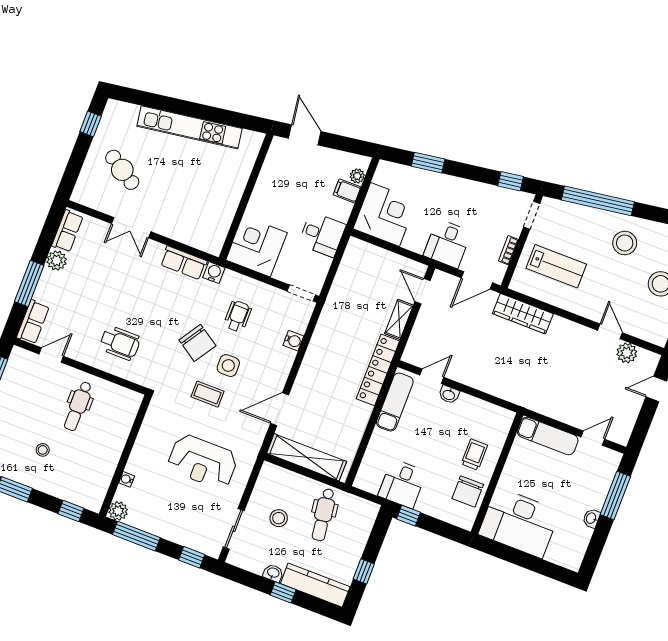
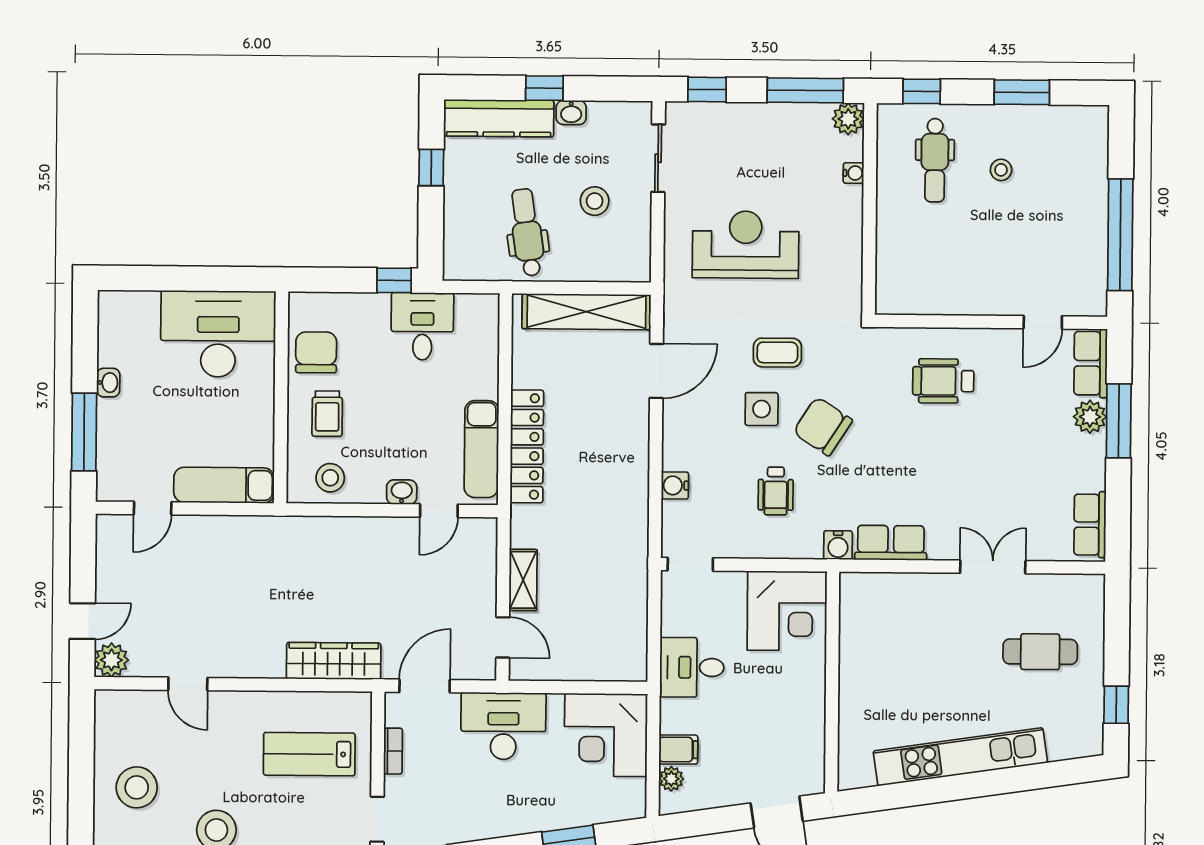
cafe table: (122, 170) -> (1040, 652), turned -33
desk: (447, 244) -> (503, 726), width x1.37
plant: (57, 261) -> (1090, 417), moved
plant: (627, 353) -> (111, 660), moved
locker: (378, 370) -> (527, 446), moved
dental chair: (78, 406) -> (935, 160), moved, turned 180
stool: (486, 418) -> (330, 478), added

